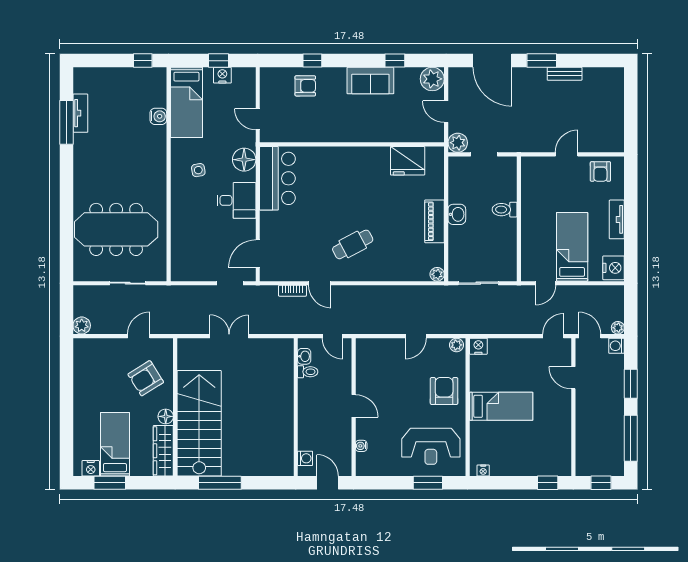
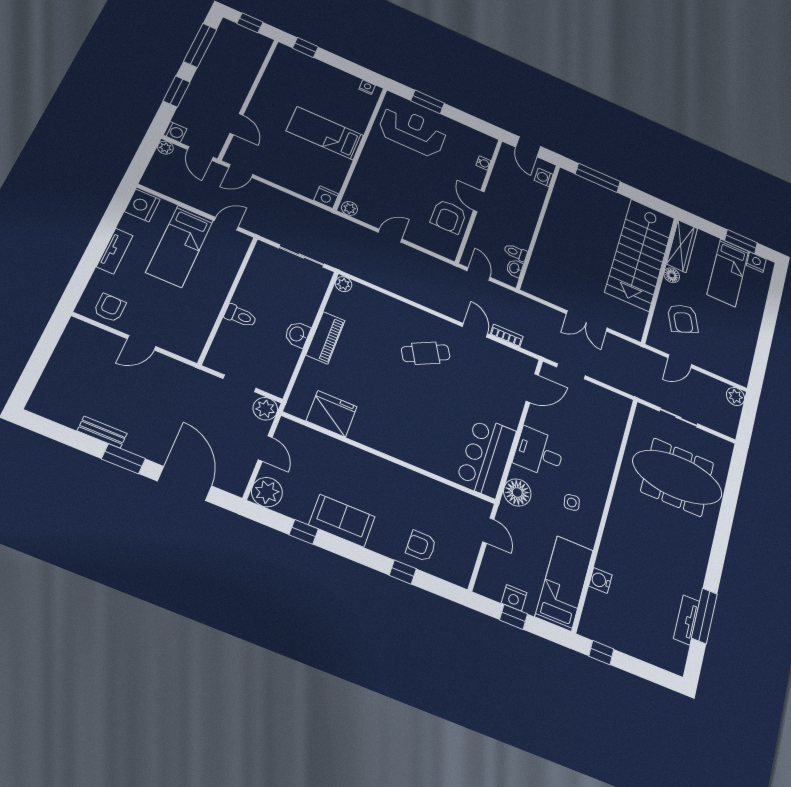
armchair: (146, 378) -> (683, 319), turned 99
armchair: (444, 391) -> (448, 216), moved
window: (220, 483) -> (598, 178), moved

